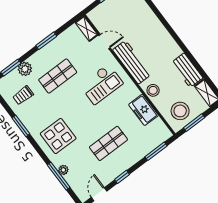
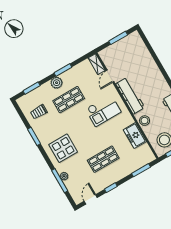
door: (104, 42) -> (110, 76), swing flipped
plant: (25, 69) -> (57, 83), moved

